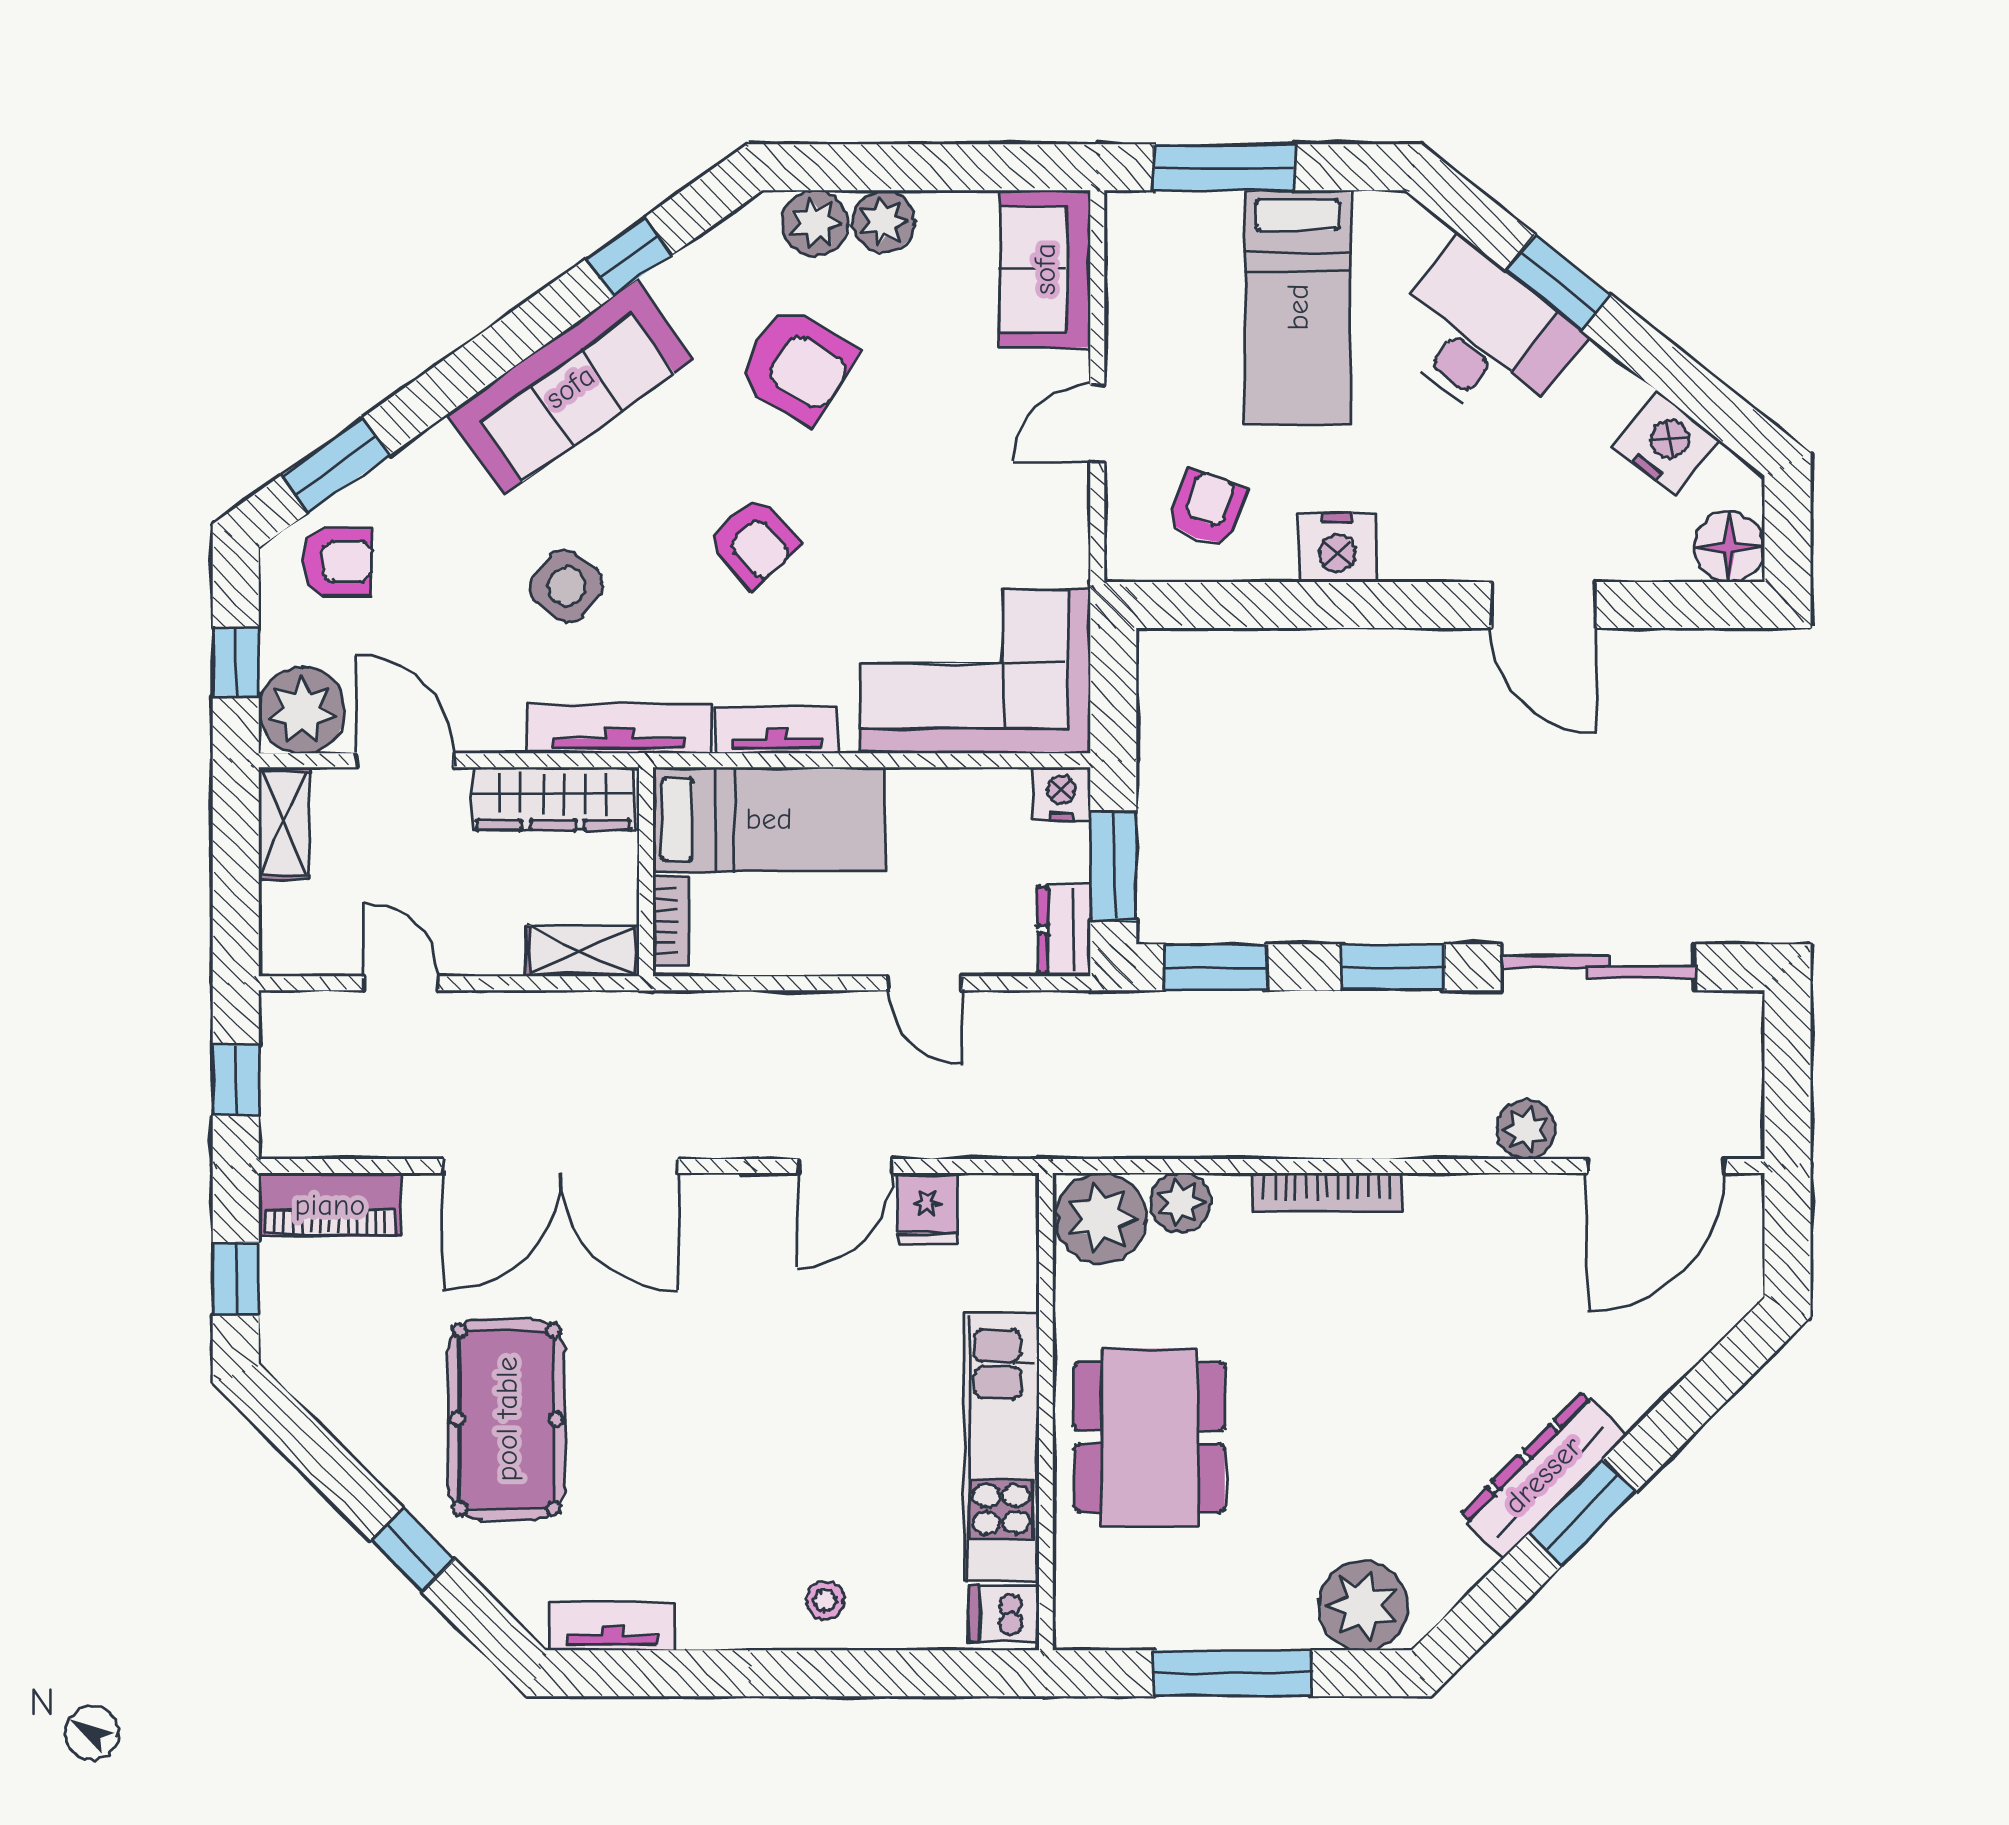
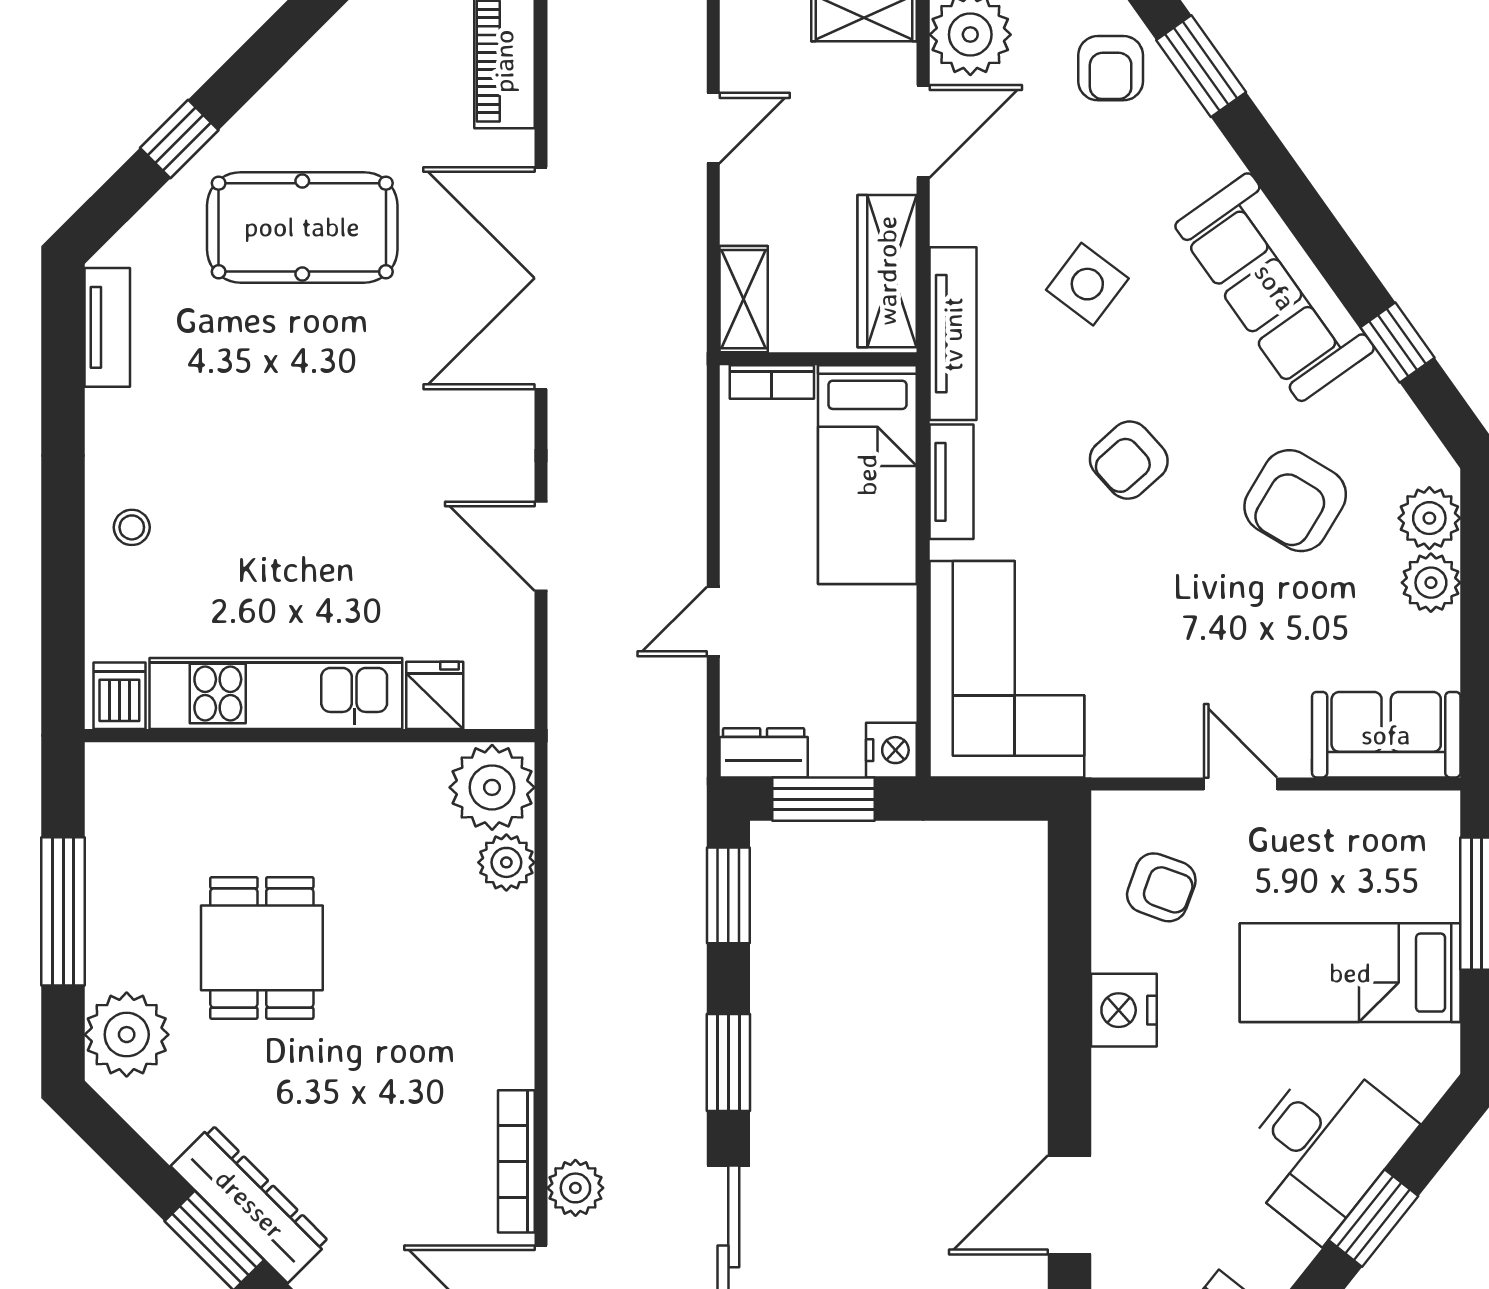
bookcase: (1327, 1192) -> (516, 1161), moved
fridge: (927, 1209) -> (435, 695), moved, turned 90
dining table: (1149, 1437) -> (262, 948), moved, width x0.73

